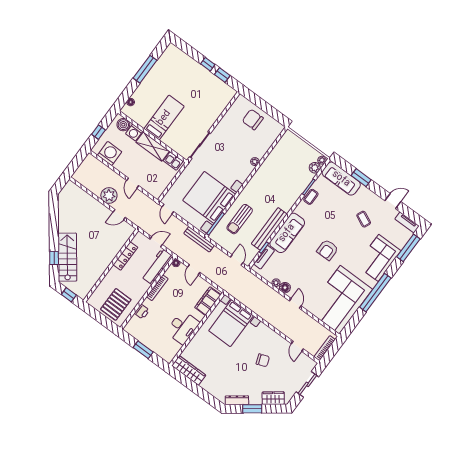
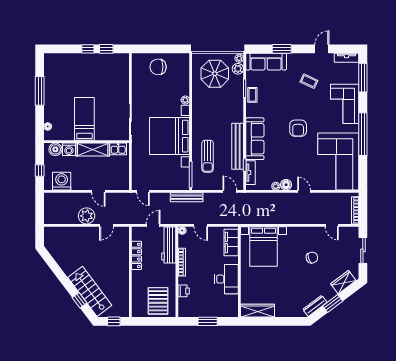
parasol: (294, 158) -> (215, 74), added
bed with nightstands: (209, 197) -> (170, 136), moved

